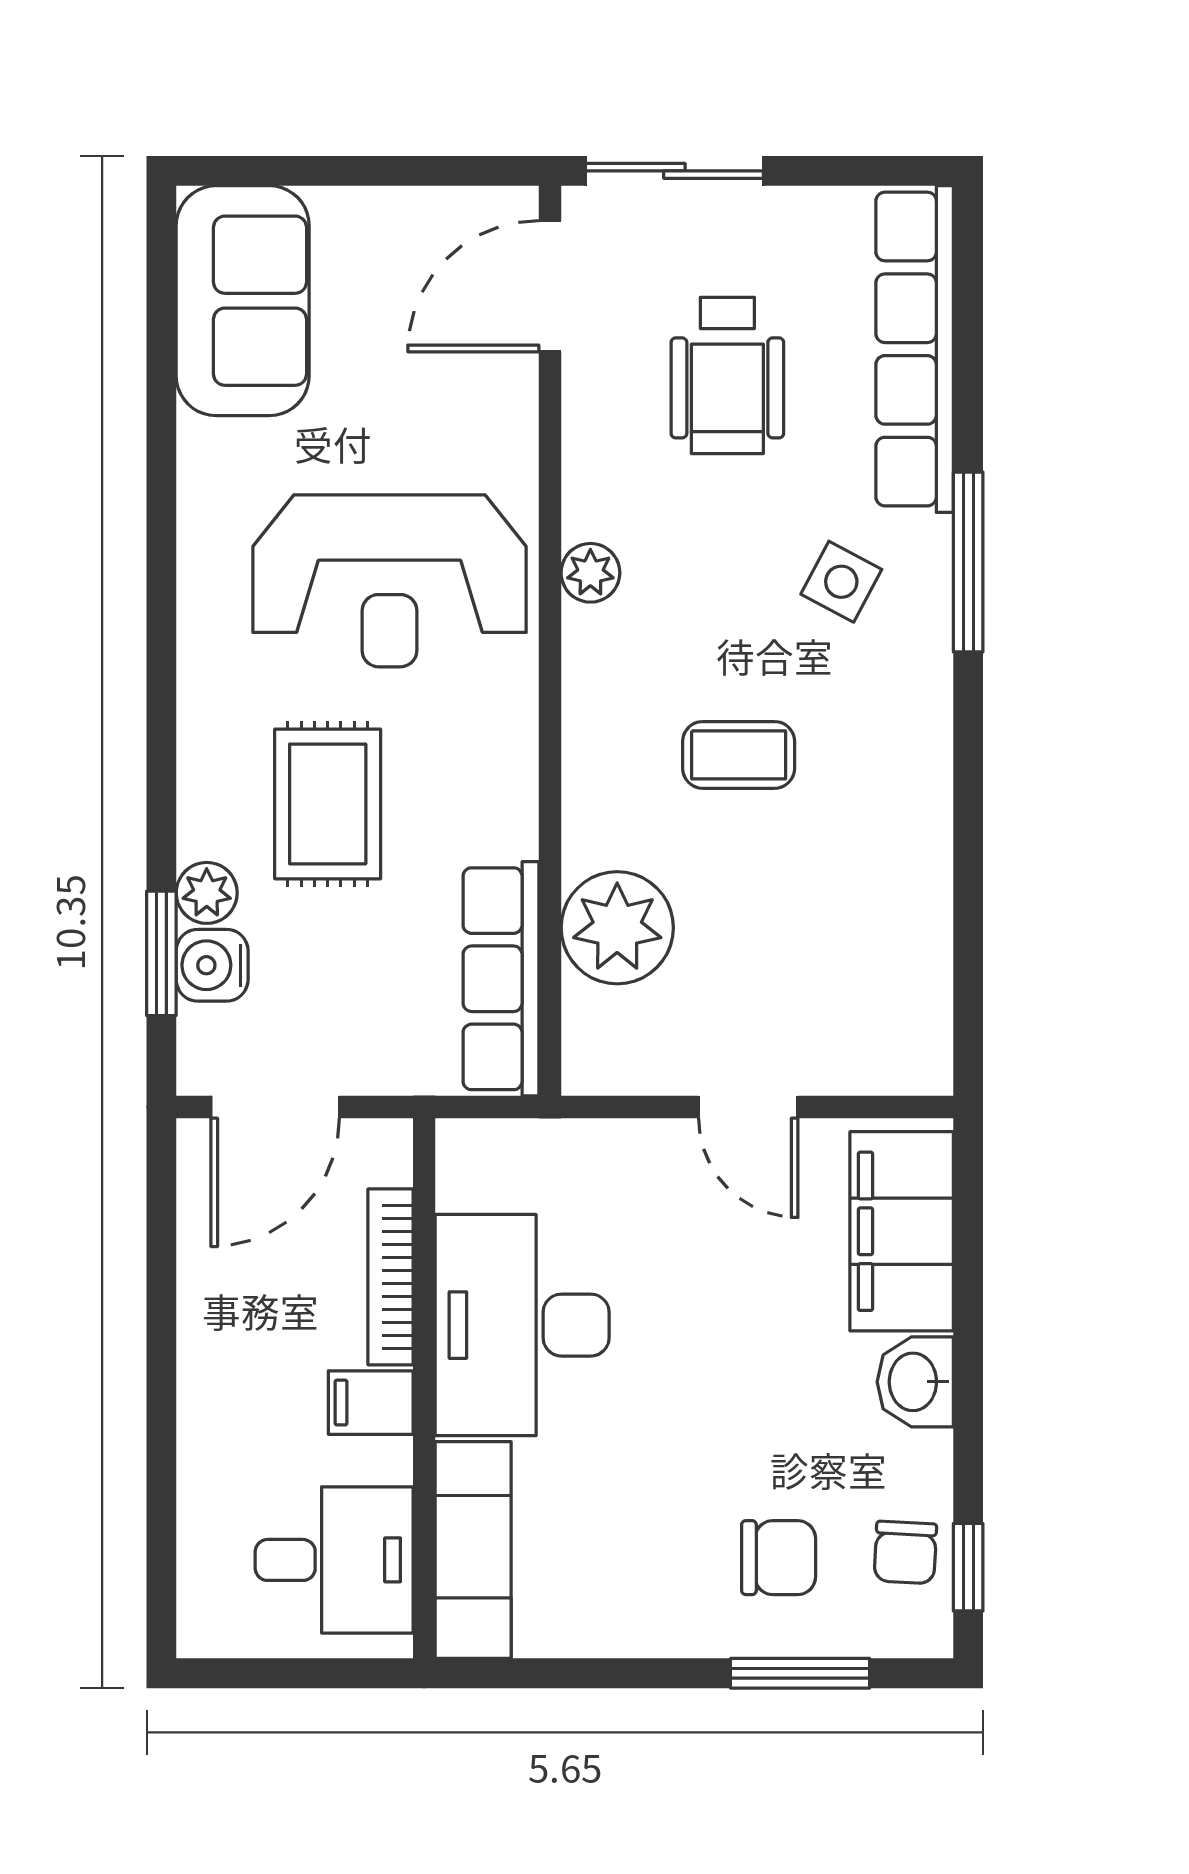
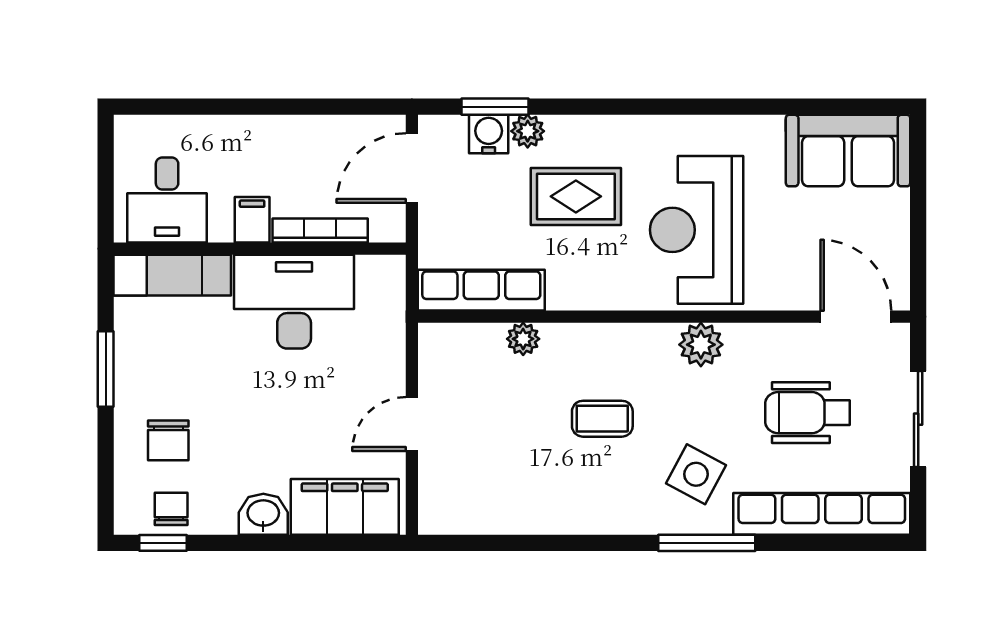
sliding door: (674, 171) -> (918, 419), moved
plant: (590, 573) -> (701, 345), width x1.38, depth x1.38
side table: (841, 582) -> (696, 474), width x1.37, depth x1.37
coffee table: (739, 755) -> (602, 419), turned 90
plant: (617, 928) -> (523, 339), width x0.53, depth x0.53
door: (275, 1107) -> (412, 168), hinge flipped
chair: (905, 1552) -> (171, 509), turned 87
window: (800, 1673) -> (106, 369), moved

